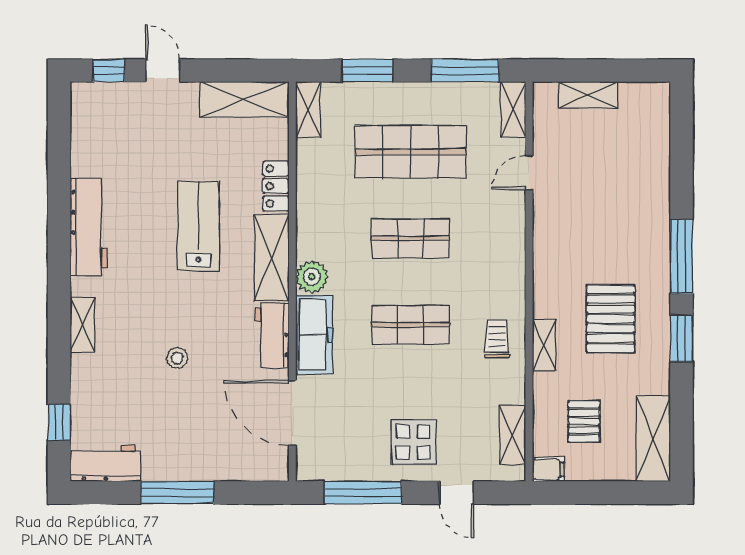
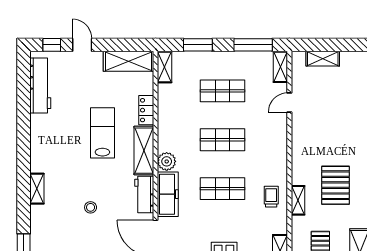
shop shelf: (411, 152) -> (222, 91), width x0.70, depth x0.74
workbench: (89, 227) -> (40, 86), moved

